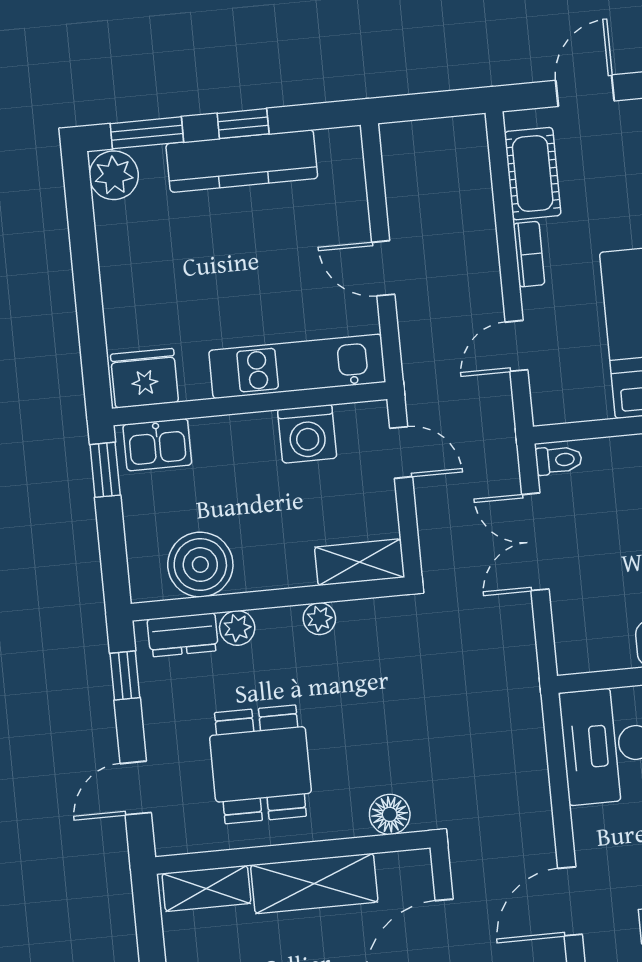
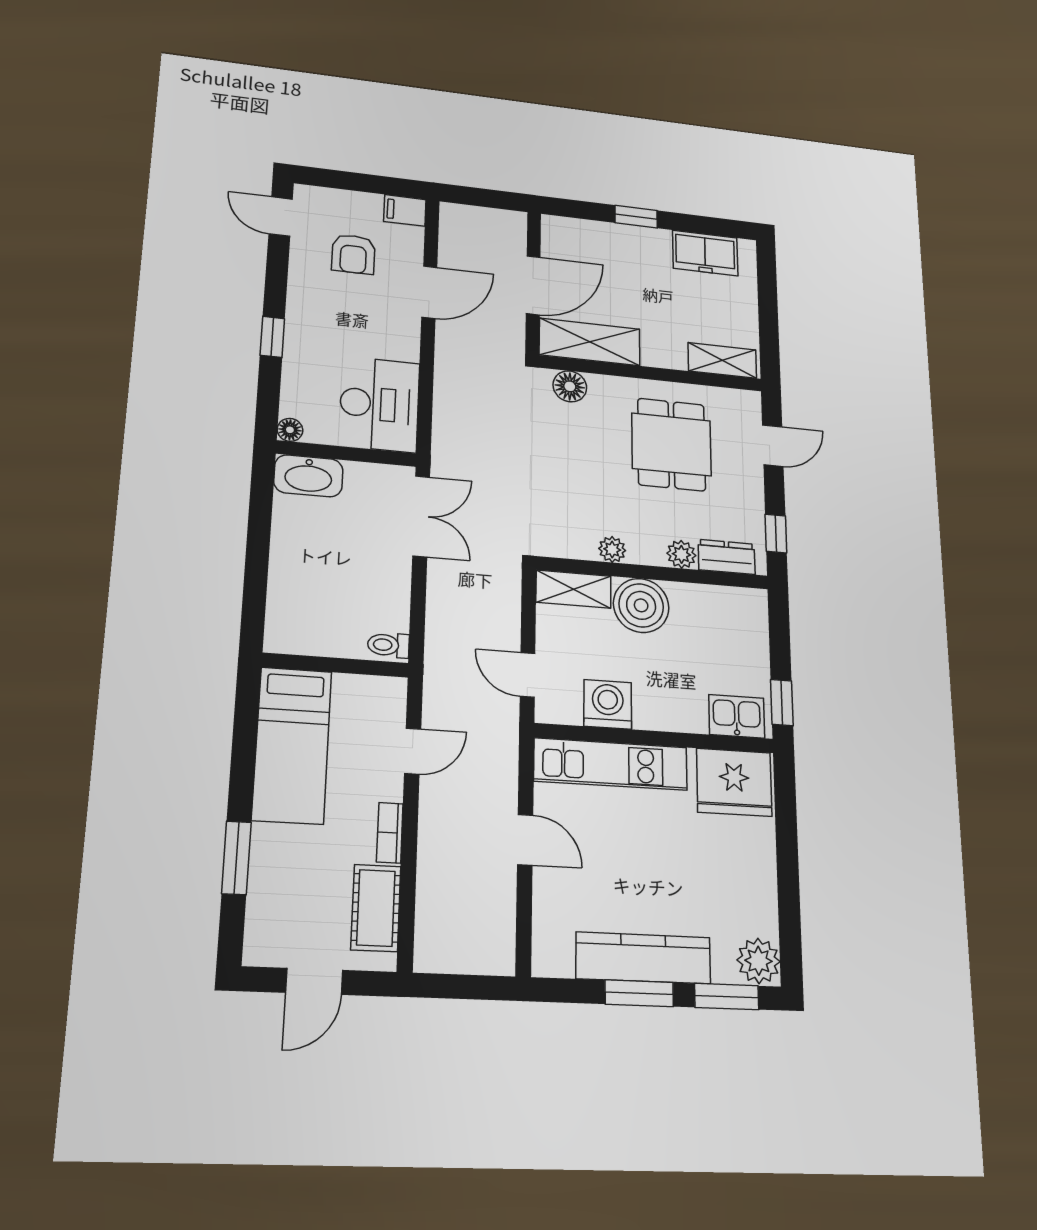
window: (243, 124) -> (639, 993), width x1.50
fridge: (144, 378) -> (734, 782), width x1.36, depth x1.34
double door: (535, 542) -> (421, 516), moved
boiler: (200, 565) -> (641, 605), moved
shelving: (314, 883) -> (590, 342), moved

